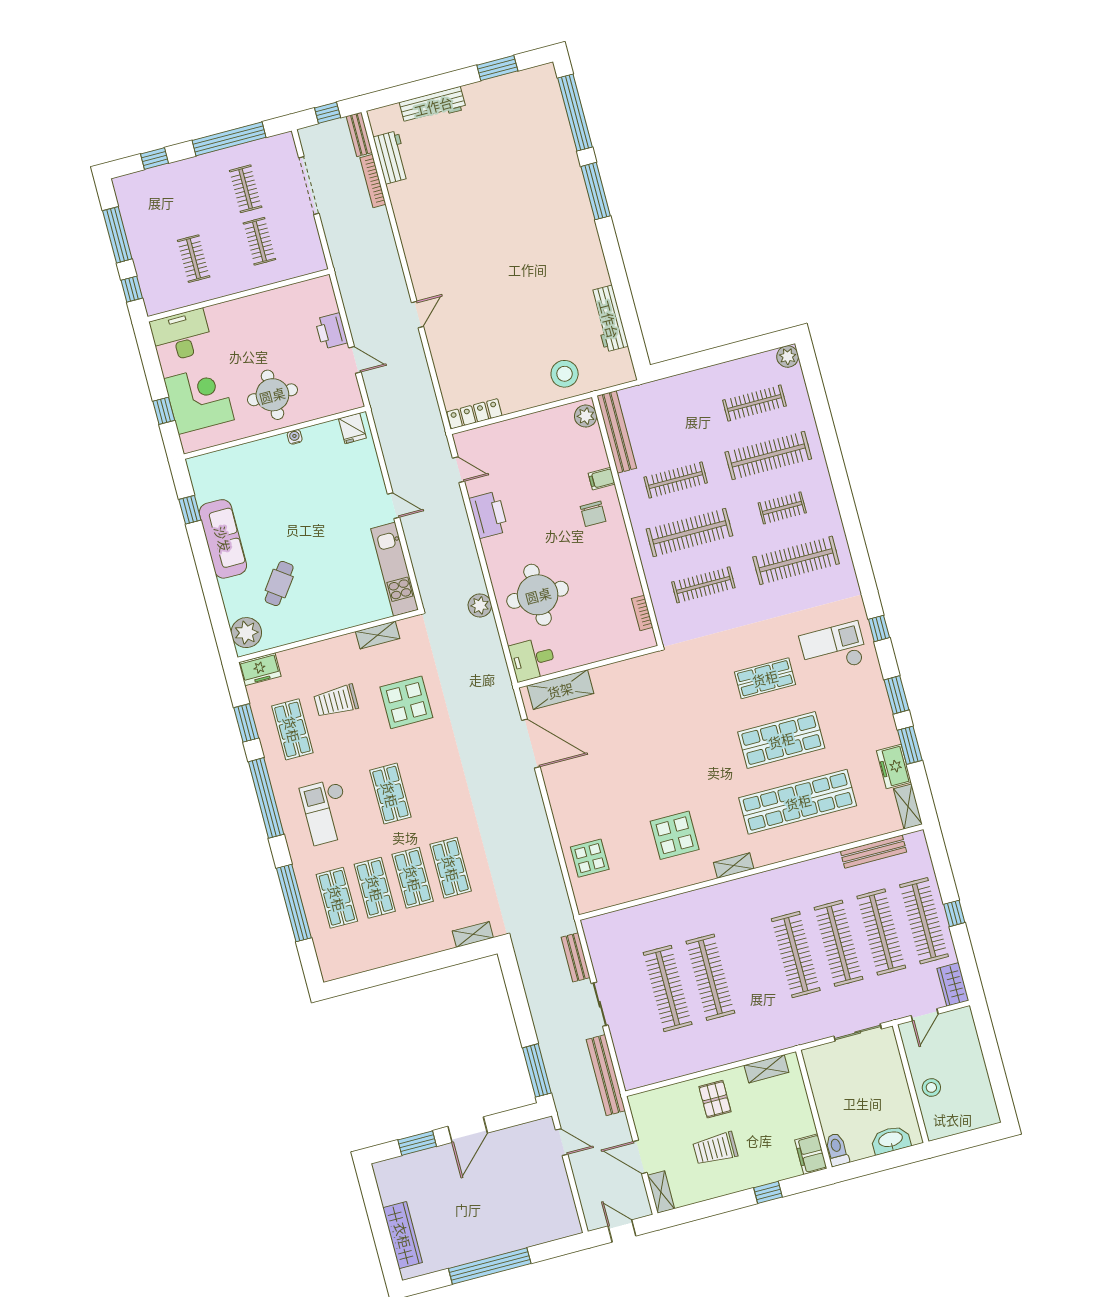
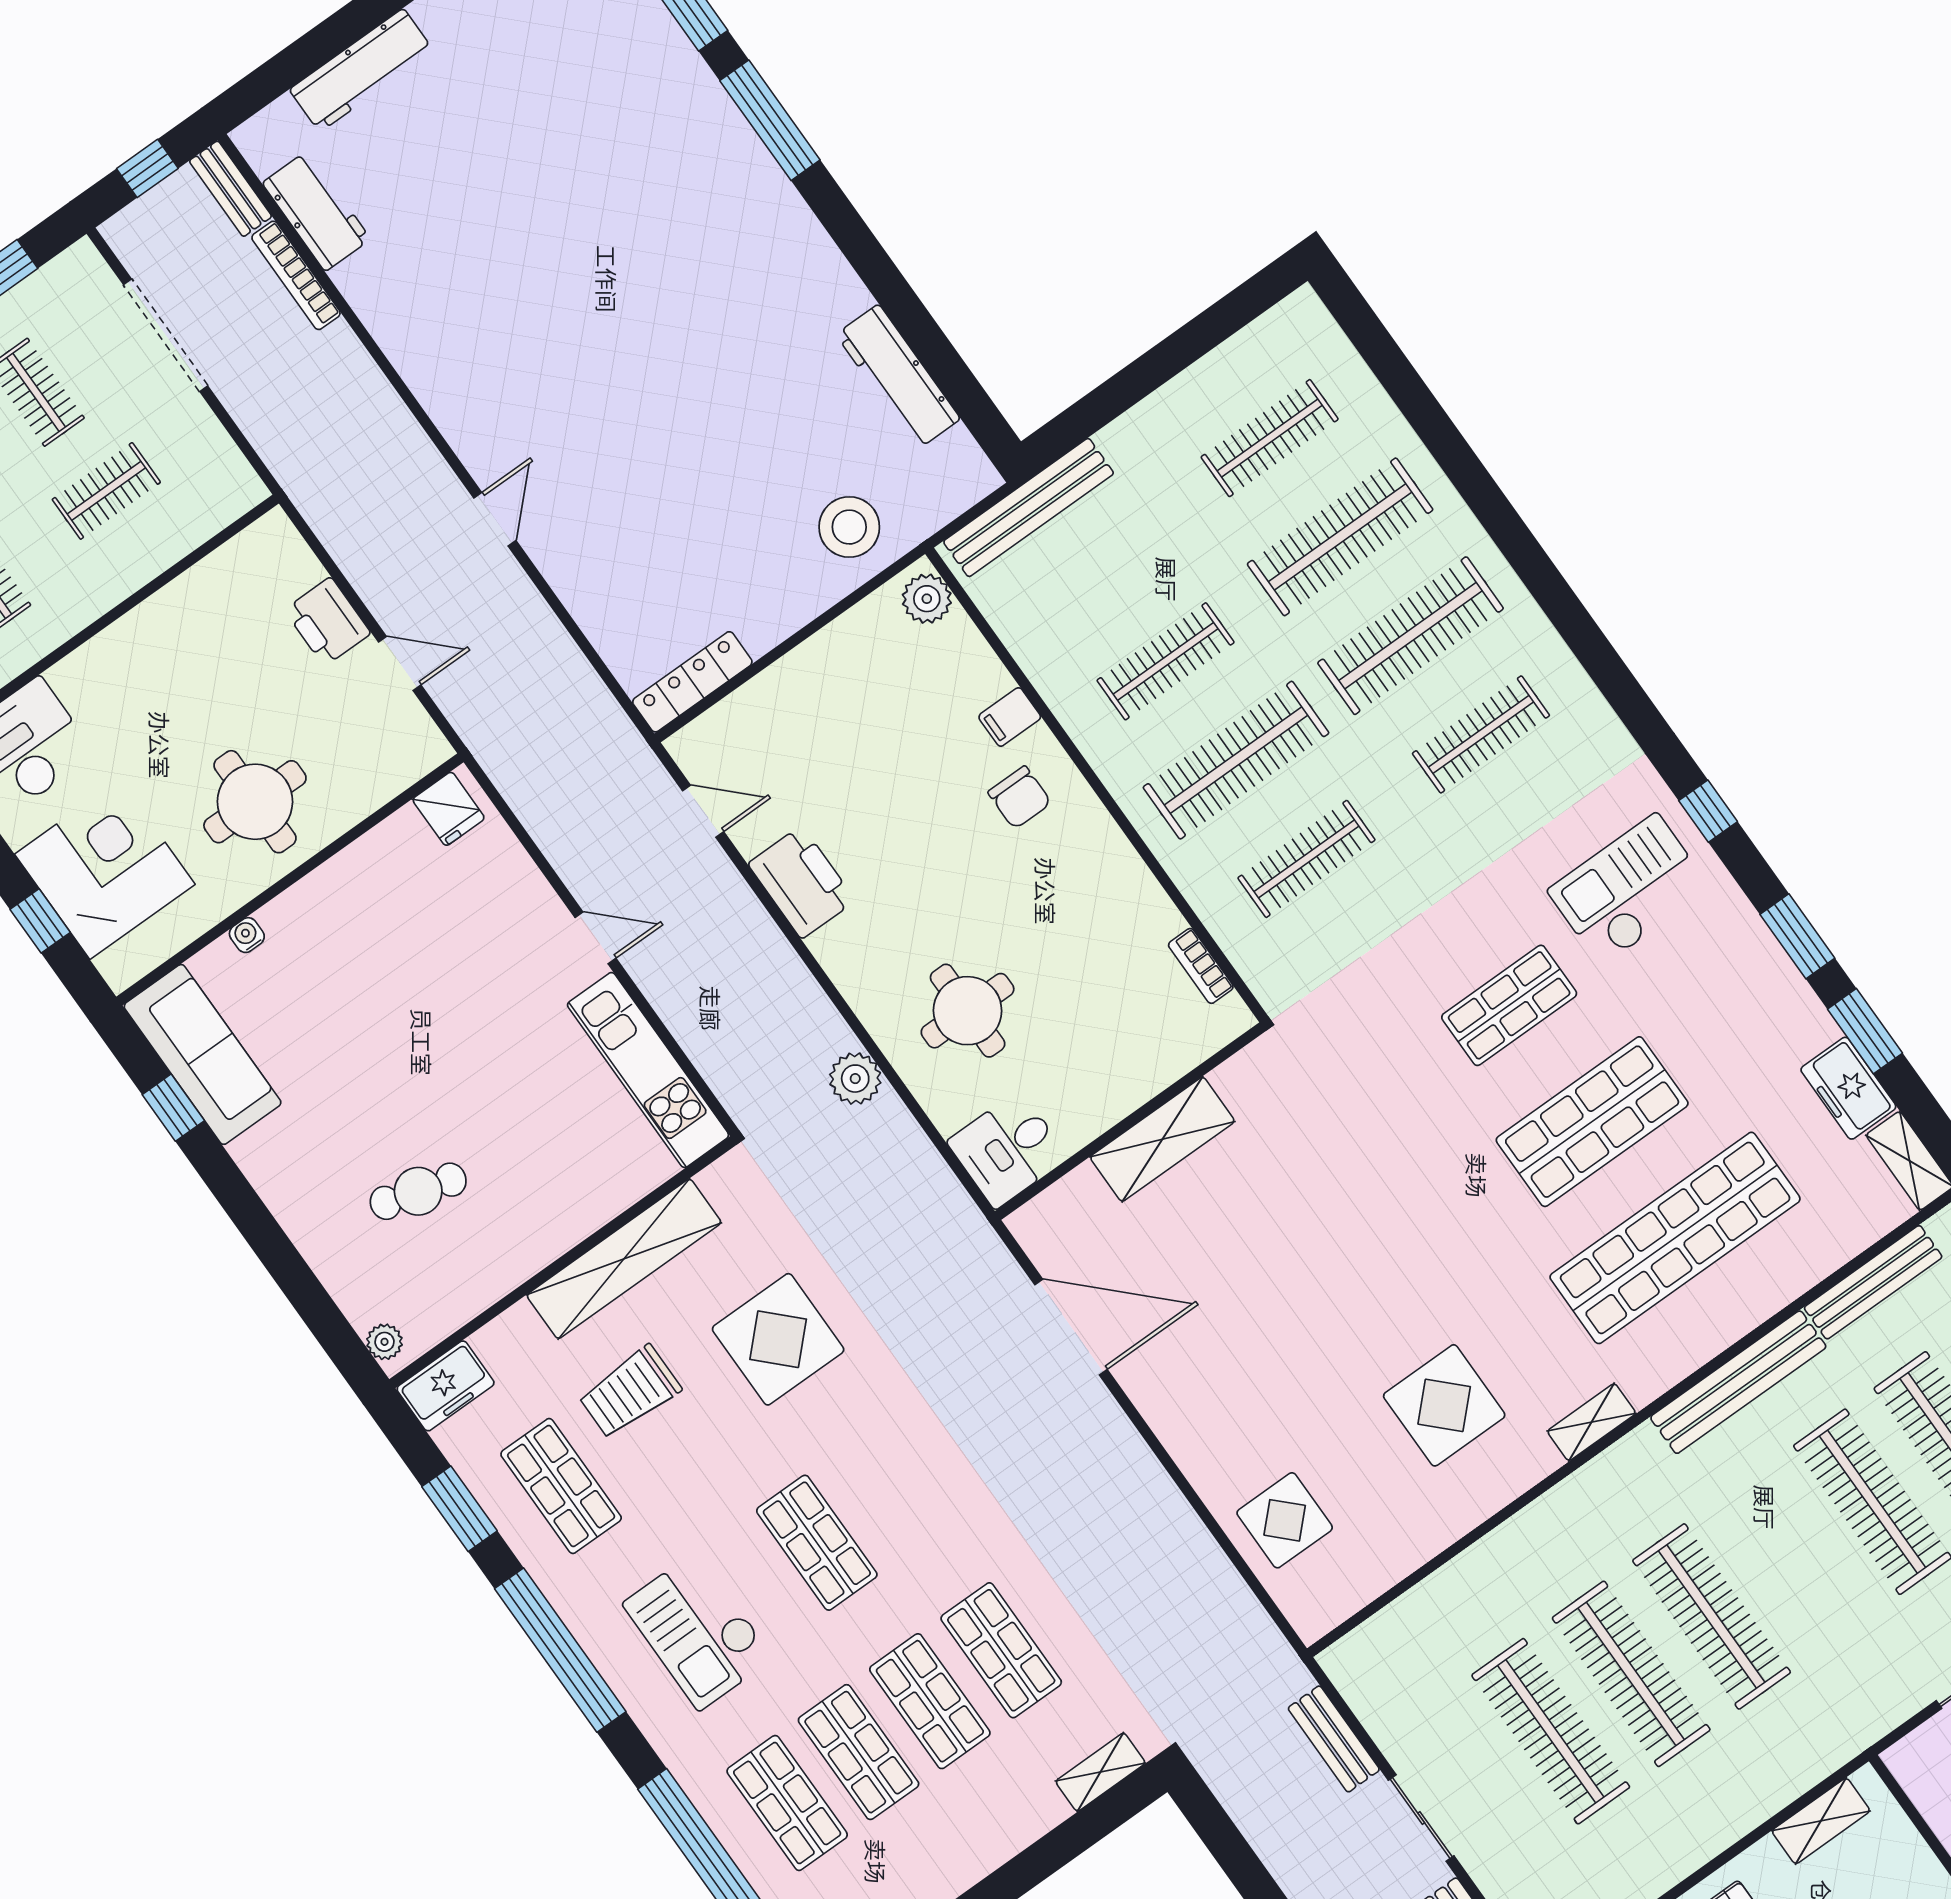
clothes rail: (259, 241) -> (106, 491), turned 90
plant: (788, 357) -> (1302, 315), removed
bench: (617, 432) -> (1029, 507), moved, turned 90
water cooler: (295, 437) -> (247, 935), moved
clothes rail: (782, 508) -> (1411, 636), width x1.86, depth x1.31
sofa: (223, 539) -> (203, 1054), moved
clothes rail: (796, 560) -> (1481, 734), width x0.73, depth x0.76
cafe table: (279, 584) -> (418, 1191), turned 70
round table: (538, 595) -> (968, 1011), width x0.73, depth x0.73
plant: (246, 633) -> (385, 1342), width x0.53, depth x0.53
shelving: (378, 635) -> (624, 1259), width x2.20, depth x1.33
shelving: (560, 690) -> (1162, 1139), moved
bench: (801, 872) -> (1738, 1382), added
clothes rail: (796, 955) -> (1712, 1616), moved

